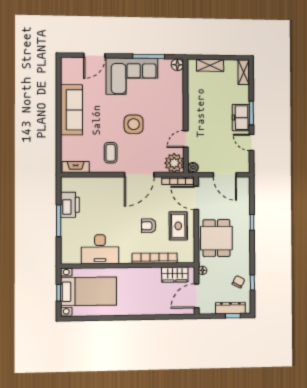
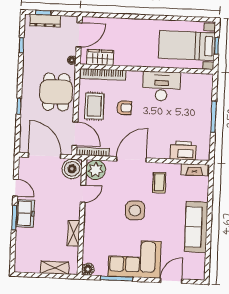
shelving: (244, 72) -> (73, 233), moved
boiler: (193, 168) -> (72, 169), width x1.86, depth x1.86
door: (225, 175) -> (45, 156), width x1.36
printer: (70, 205) -> (183, 151), moved, turned 90
desk: (100, 249) -> (161, 86), moved
bookcase: (155, 258) -> (103, 74), moved
chair: (239, 282) -> (36, 47), removed

